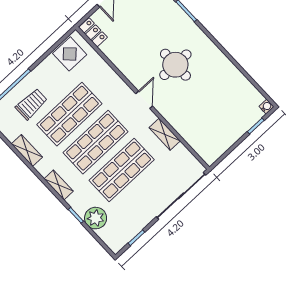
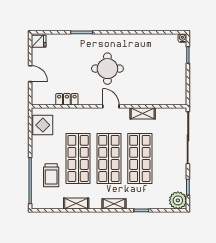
locker: (93, 32) -> (67, 99), moved
trolley: (31, 104) -> (51, 175), turned 180
plant: (96, 218) -> (178, 200), moved

